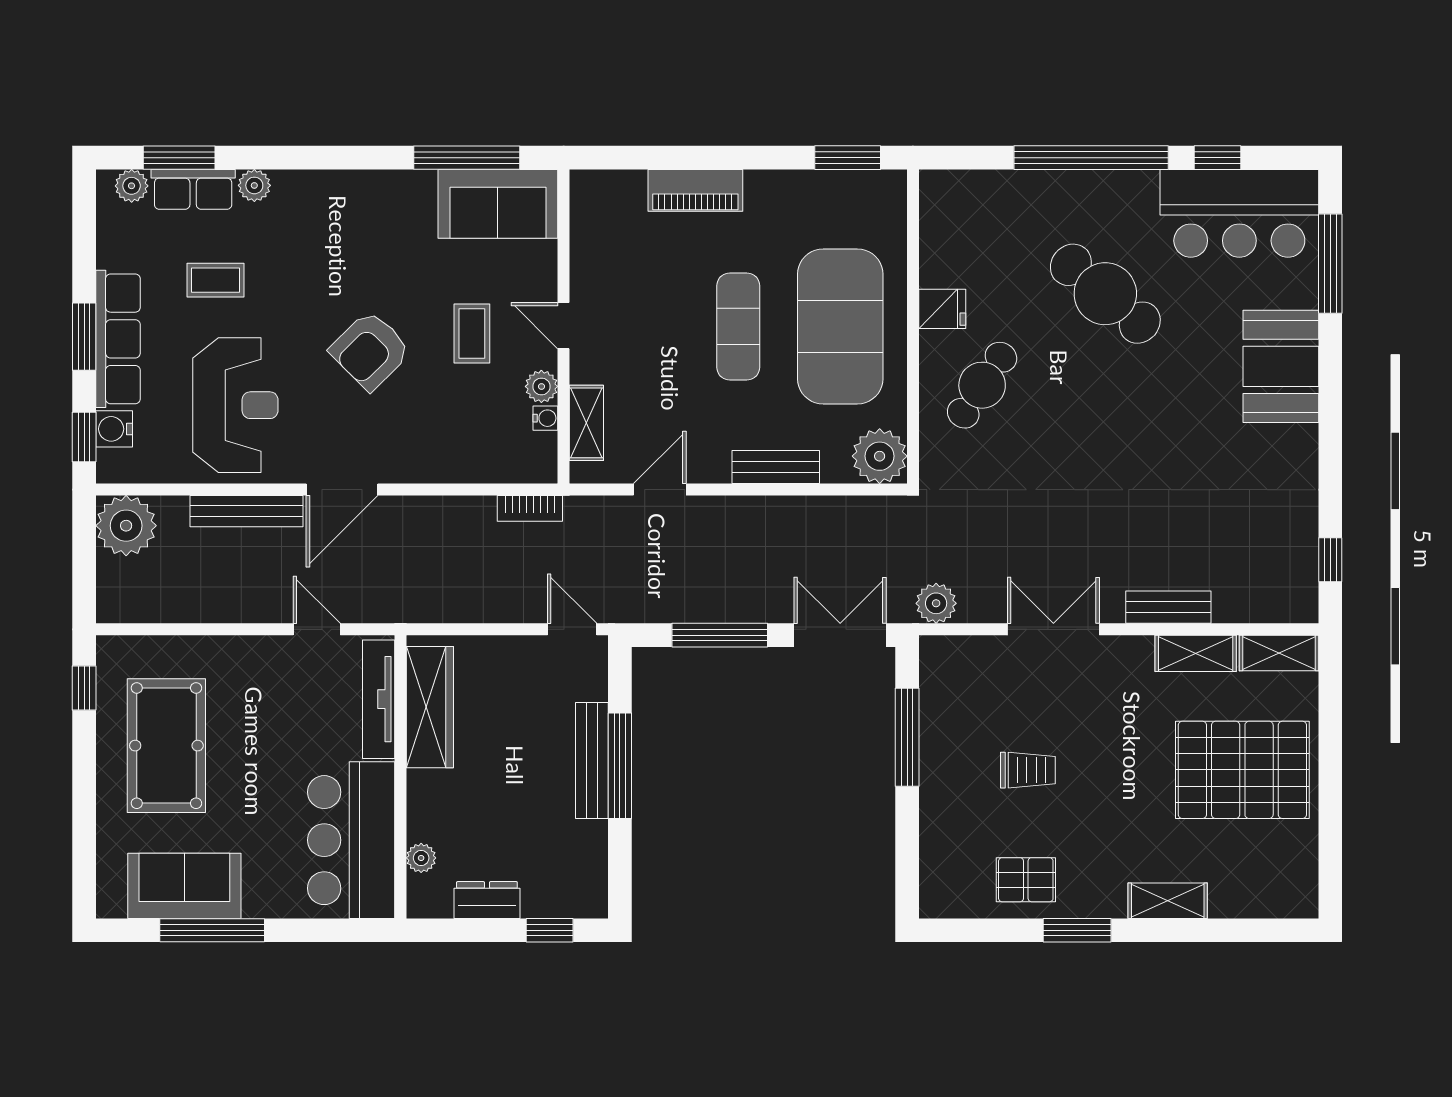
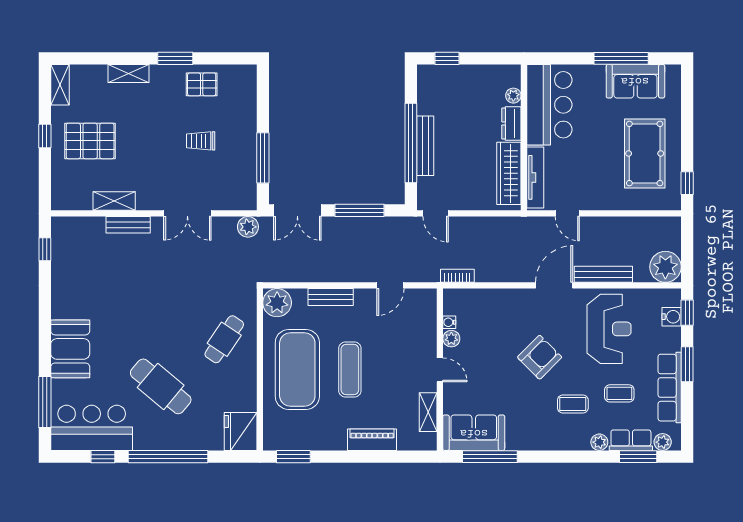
fridge: (942, 309) -> (241, 431), moved, width x1.88, depth x1.34
coffee table: (472, 334) -> (573, 404), moved, turned 90
row of seats: (118, 339) -> (670, 388), moved
reception desk: (235, 405) -> (609, 329), turned 180
shelving: (586, 423) -> (428, 412), moved
shelving: (1279, 653) -> (60, 85), moved, turned 90
window: (620, 766) -> (411, 143), width x1.46
pallet: (1242, 770) -> (90, 141), width x0.73, depth x0.71
window: (1330, 780) -> (45, 136), added
dresser: (487, 900) -> (511, 123), moved, turned 90

